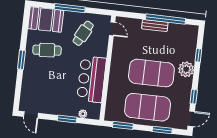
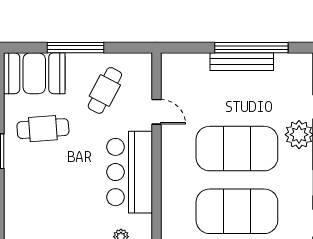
bench: (155, 25) -> (242, 62), width x1.36
door: (112, 29) -> (156, 112), moved

